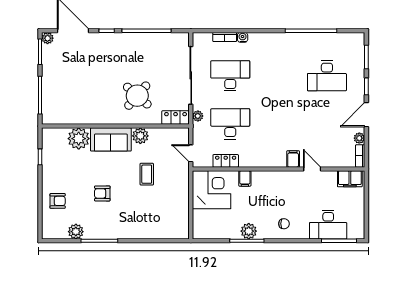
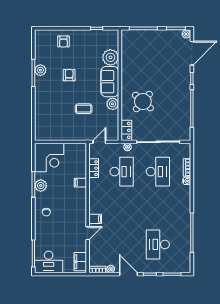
corner desk: (212, 190) -> (49, 158), moved
desk: (328, 225) -> (49, 262), moved, turned -90
plant: (76, 232) -> (40, 70), moved

